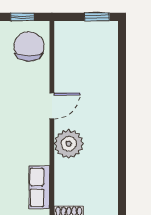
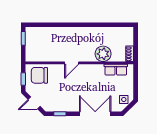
door: (52, 106) -> (72, 63), swing flipped
plant: (69, 144) -> (103, 54), moved

